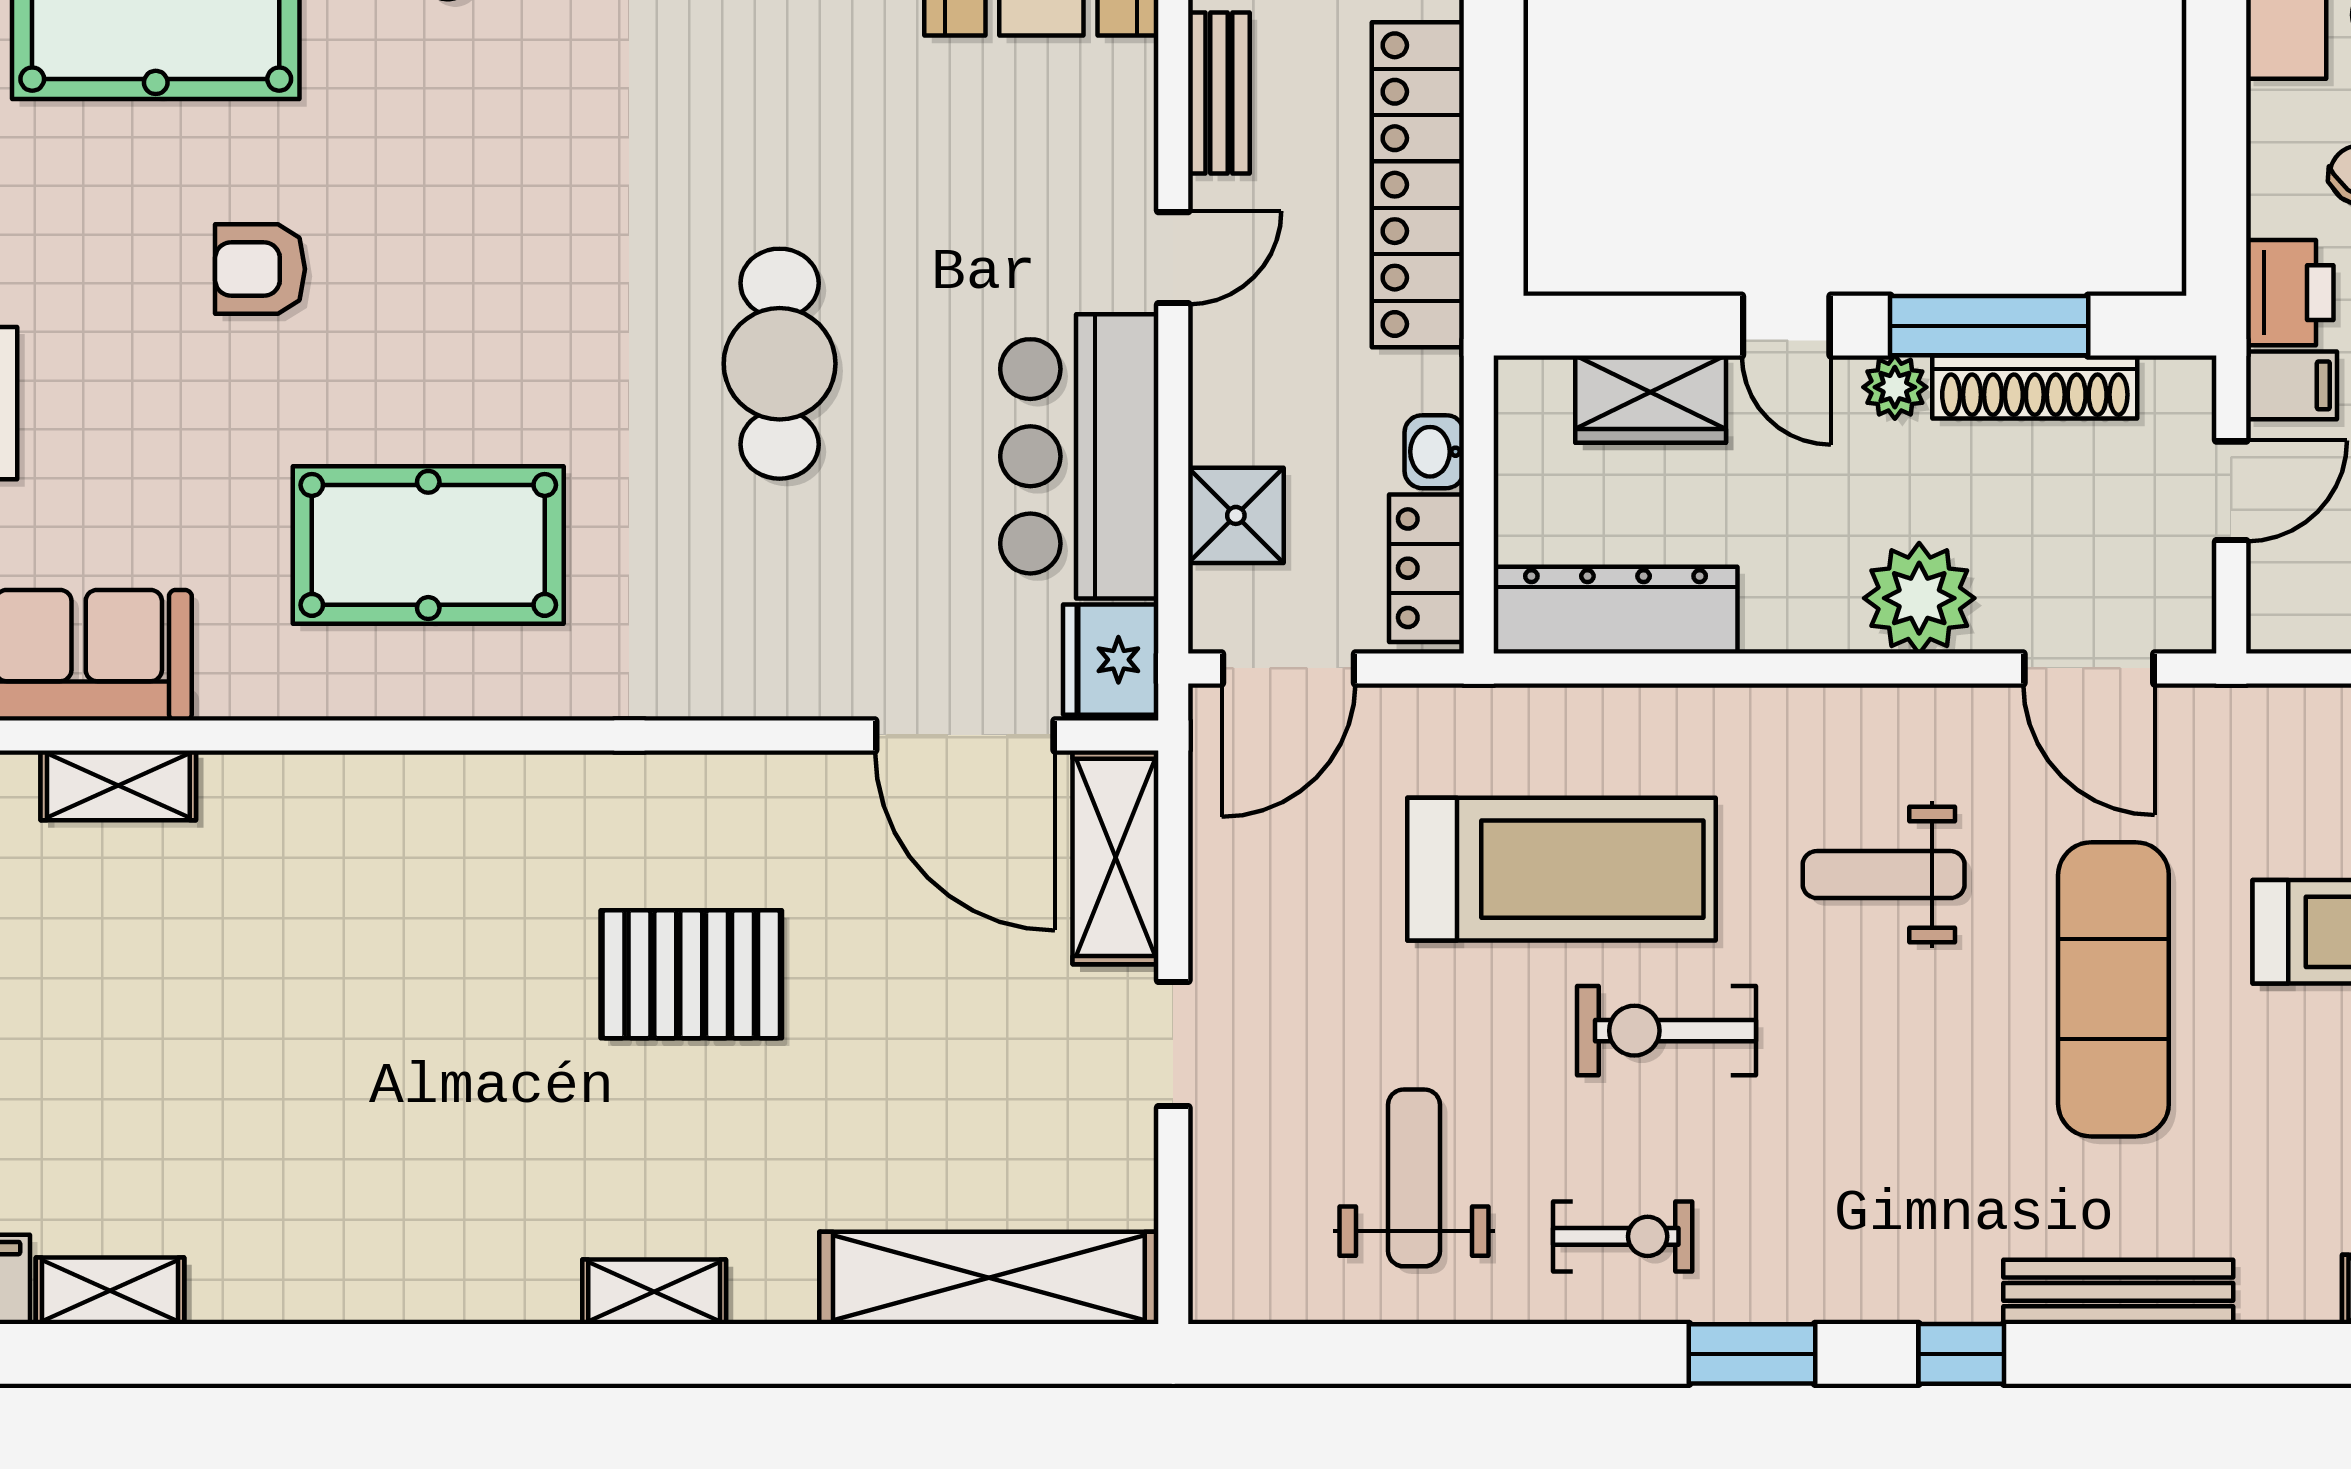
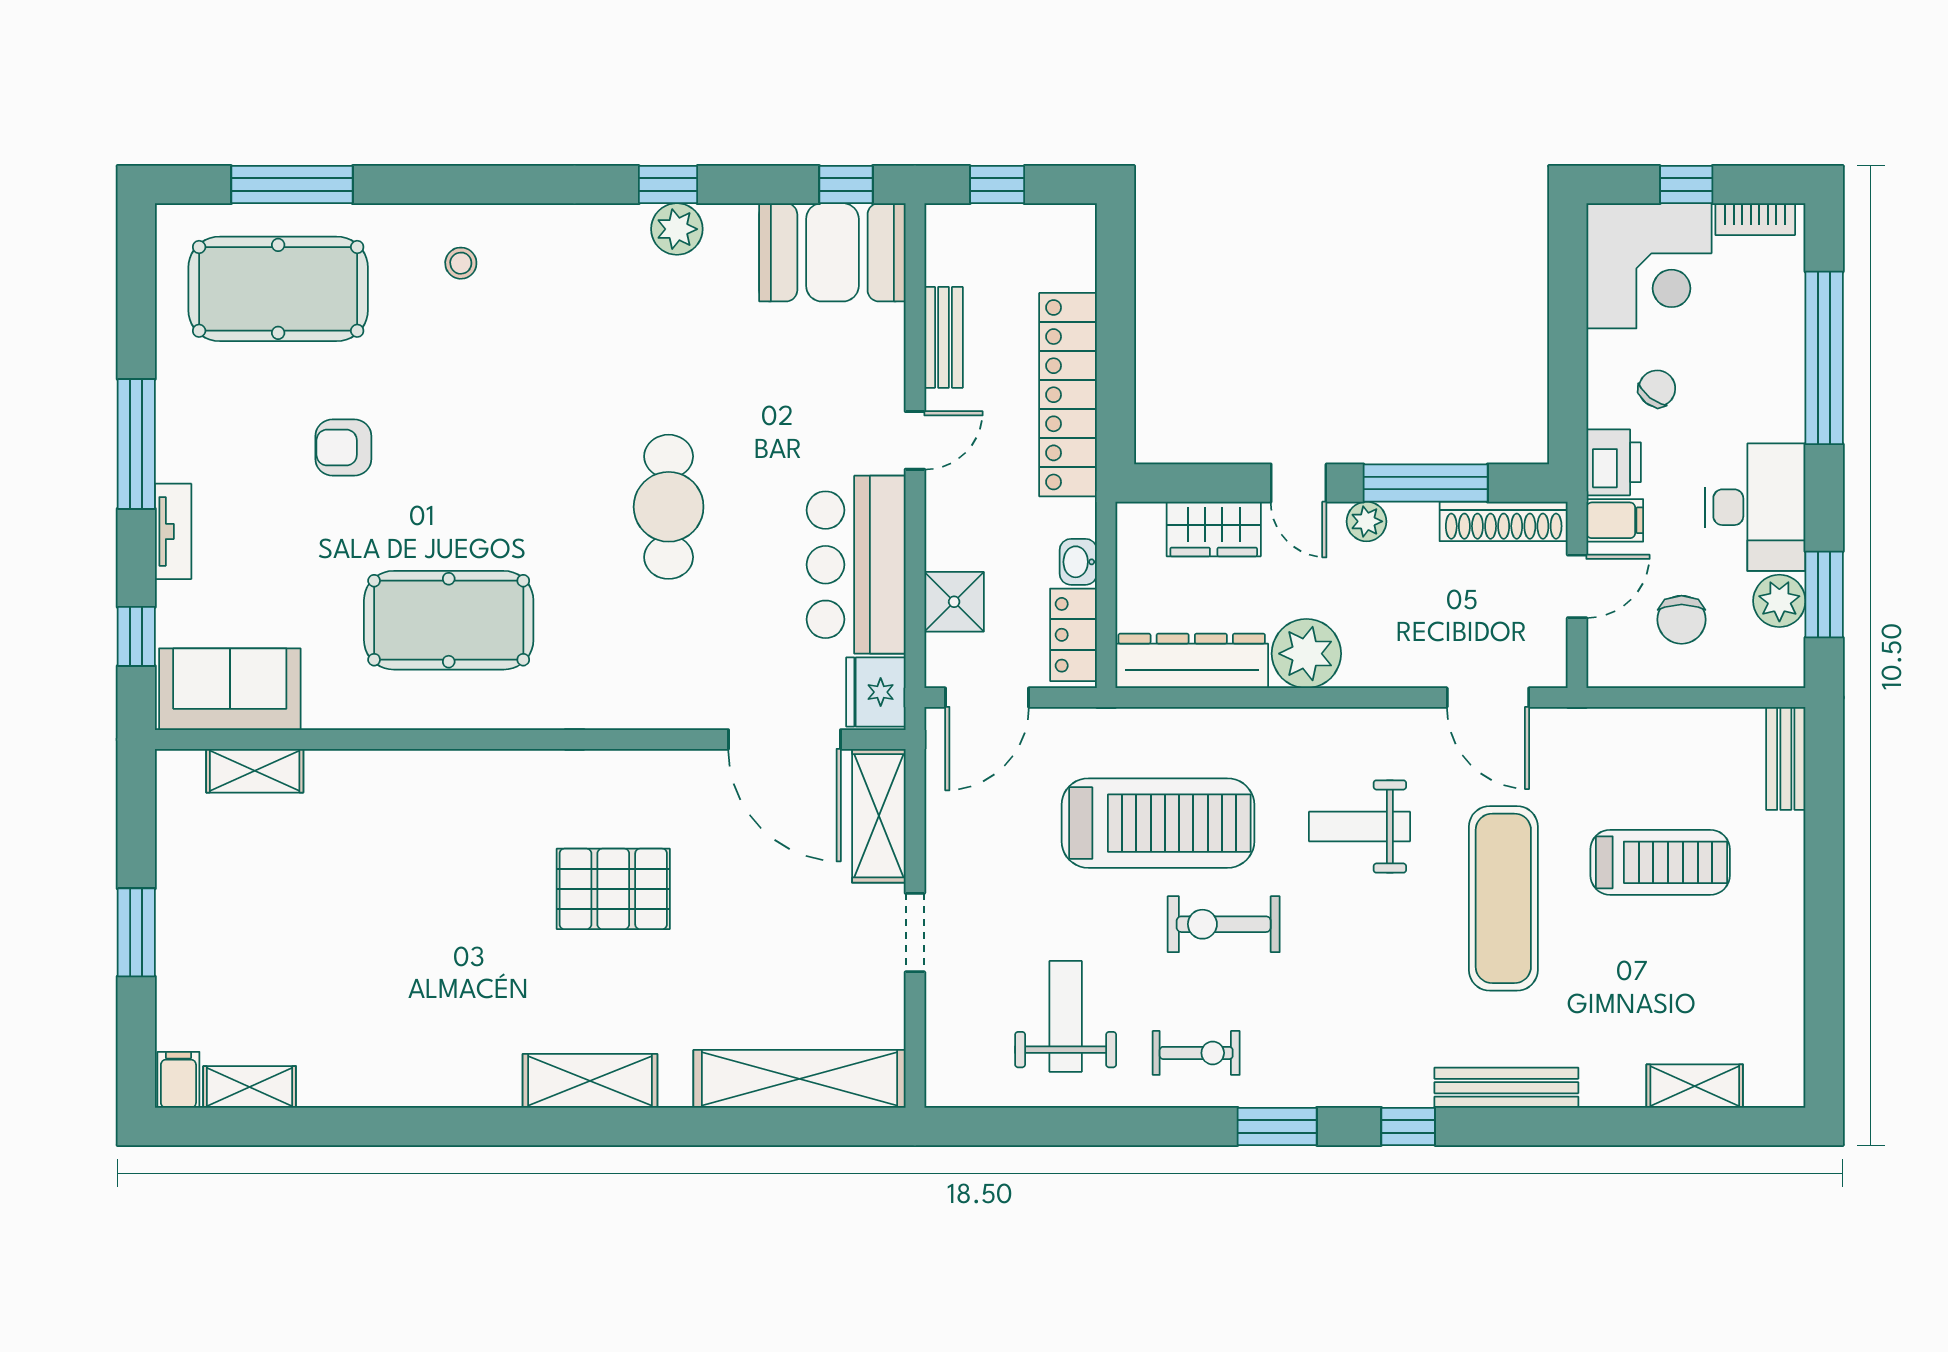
shoe rack: (2035, 387) -> (1504, 521), moved
plant: (1919, 598) -> (1306, 654), moved
shelving: (654, 1292) -> (590, 1081), width x1.50, depth x1.33

